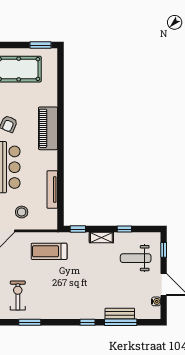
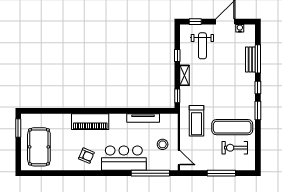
exercise mat: (42, 293) -> (232, 127), added
window: (30, 322) -> (258, 111), moved

